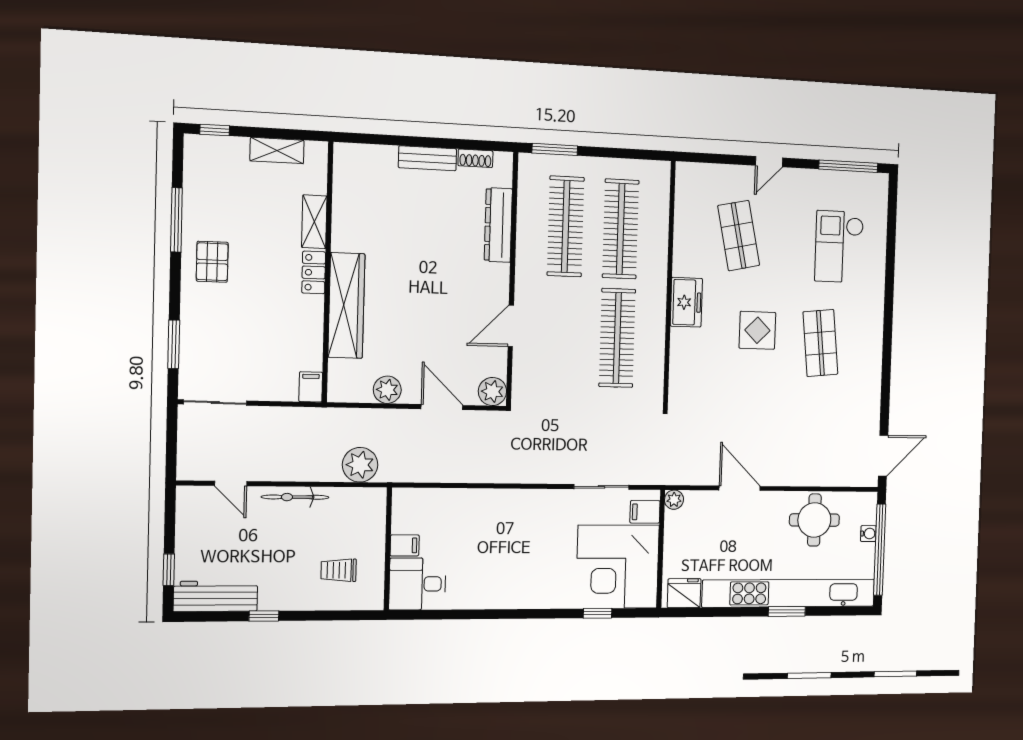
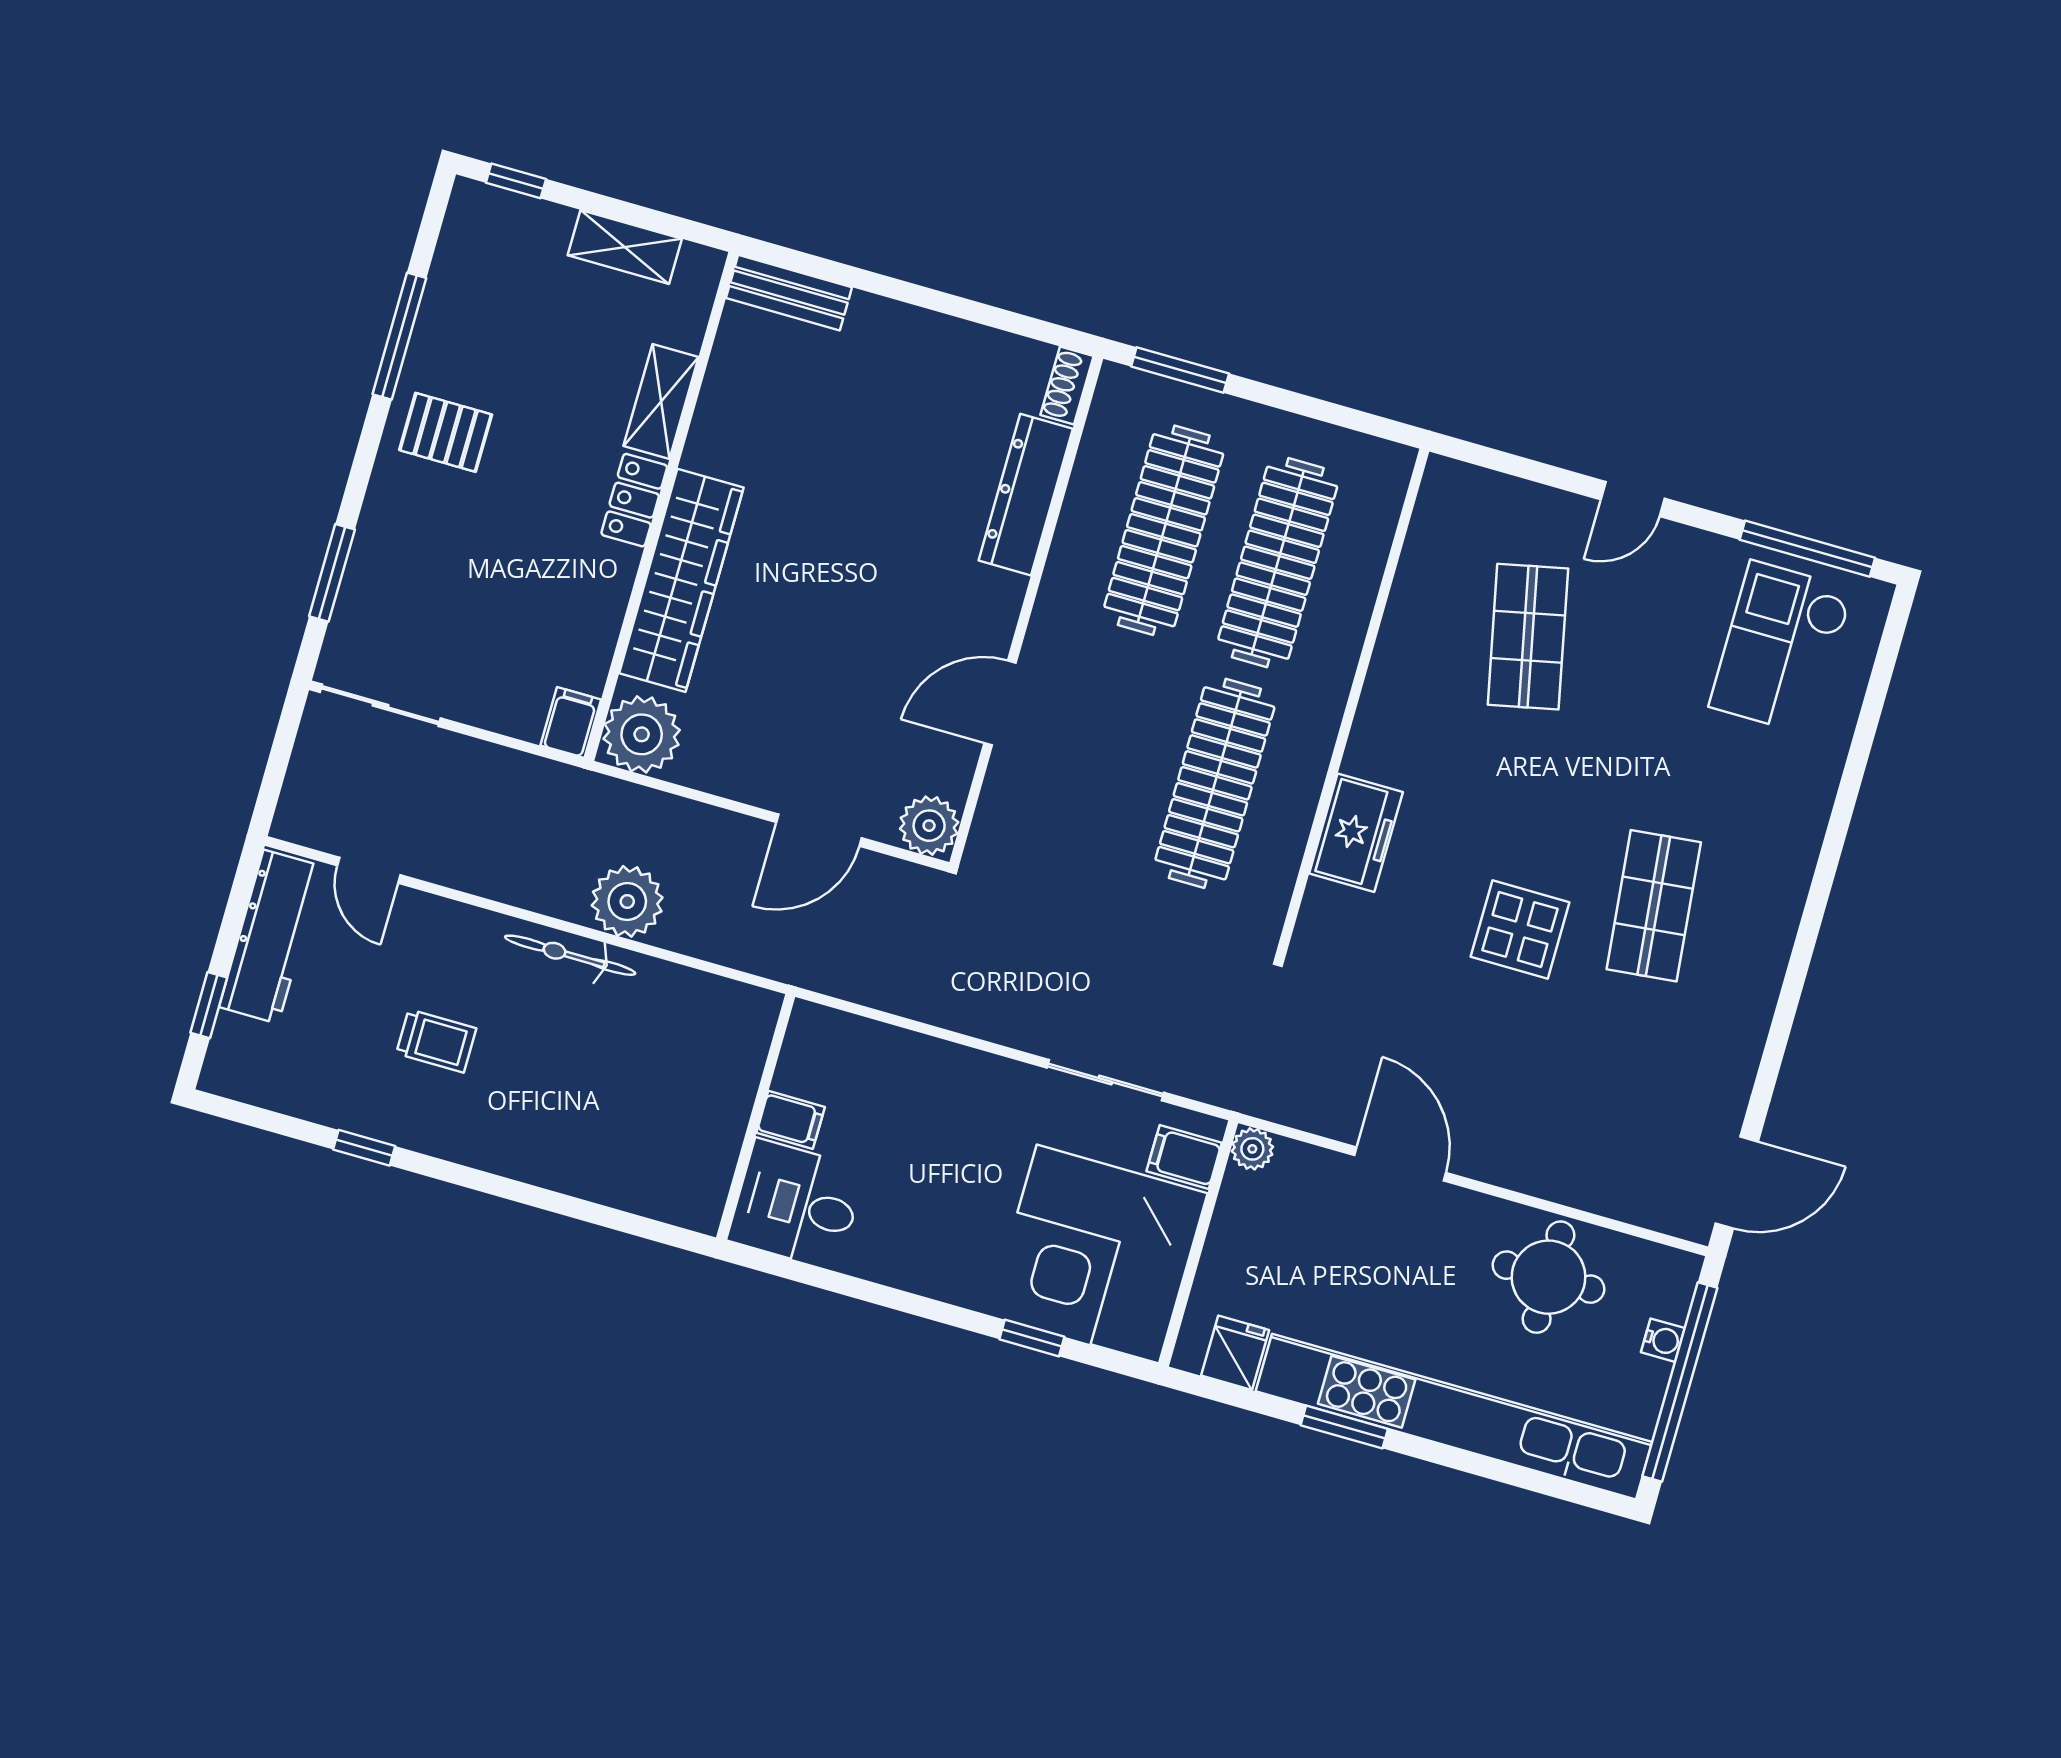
bench: (428, 158) -> (789, 293), moved
shoe rack: (475, 158) -> (1067, 386), moved, turned 90
checkout: (839, 247) -> (1781, 648), moved
pallet: (212, 262) -> (446, 432), turned 90
freezer: (686, 302) -> (1356, 833), moved
display table: (757, 330) -> (1520, 930), moved
plant: (387, 390) -> (642, 734), moved, width x1.36, depth x1.36
door: (442, 407) -> (819, 830), swing flipped
bicycle: (295, 497) -> (570, 955), moved
filing cabinet: (405, 545) -> (791, 1120), moved
wall: (388, 549) -> (756, 1117), moved
trolley: (339, 570) -> (436, 1041), moved, turned 180
desk: (417, 584) -> (796, 1204), moved
fridge: (684, 593) -> (1235, 1353), width x0.72
workbench: (215, 596) -> (271, 937), moved, turned 90
window: (787, 611) -> (1344, 1427), moved

